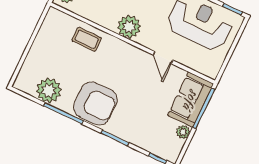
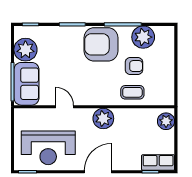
armchair: (72, 65) -> (134, 66), added
plant: (183, 132) -> (25, 50), width x1.88, depth x1.88

